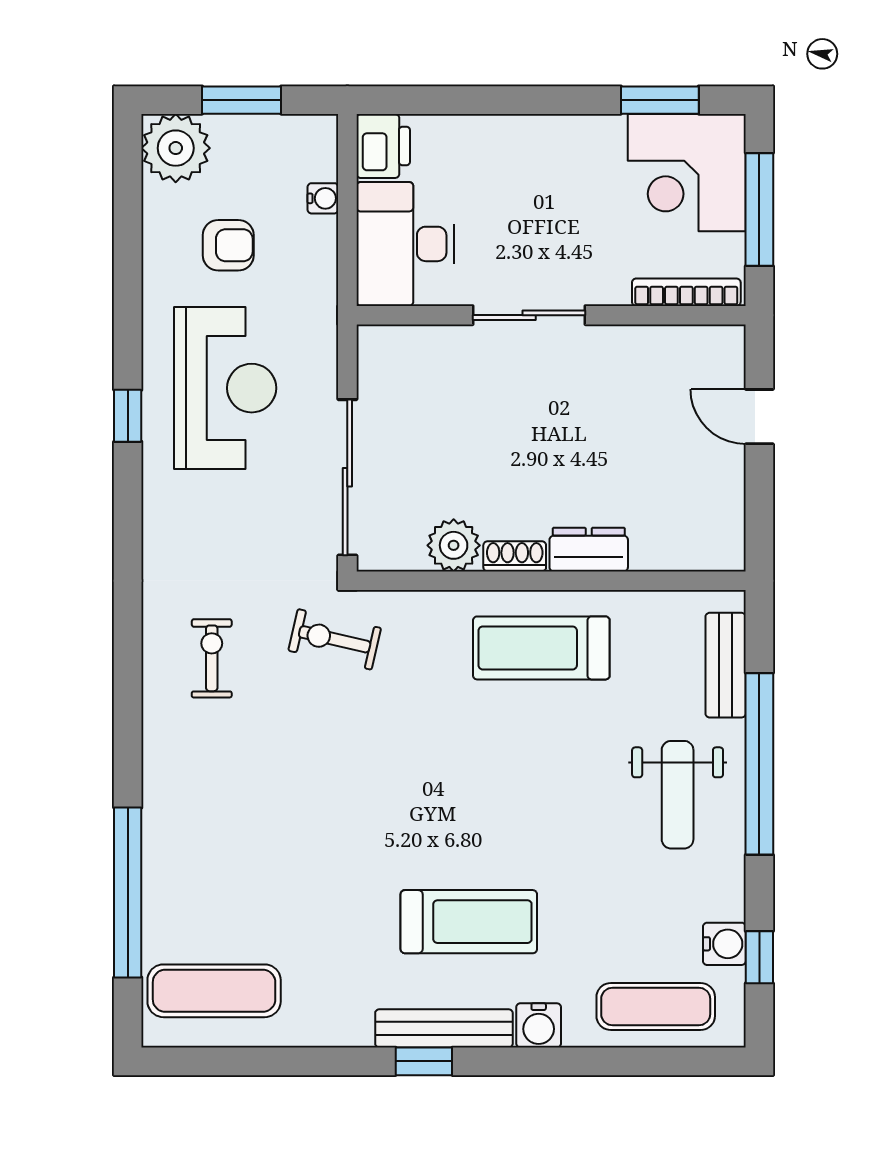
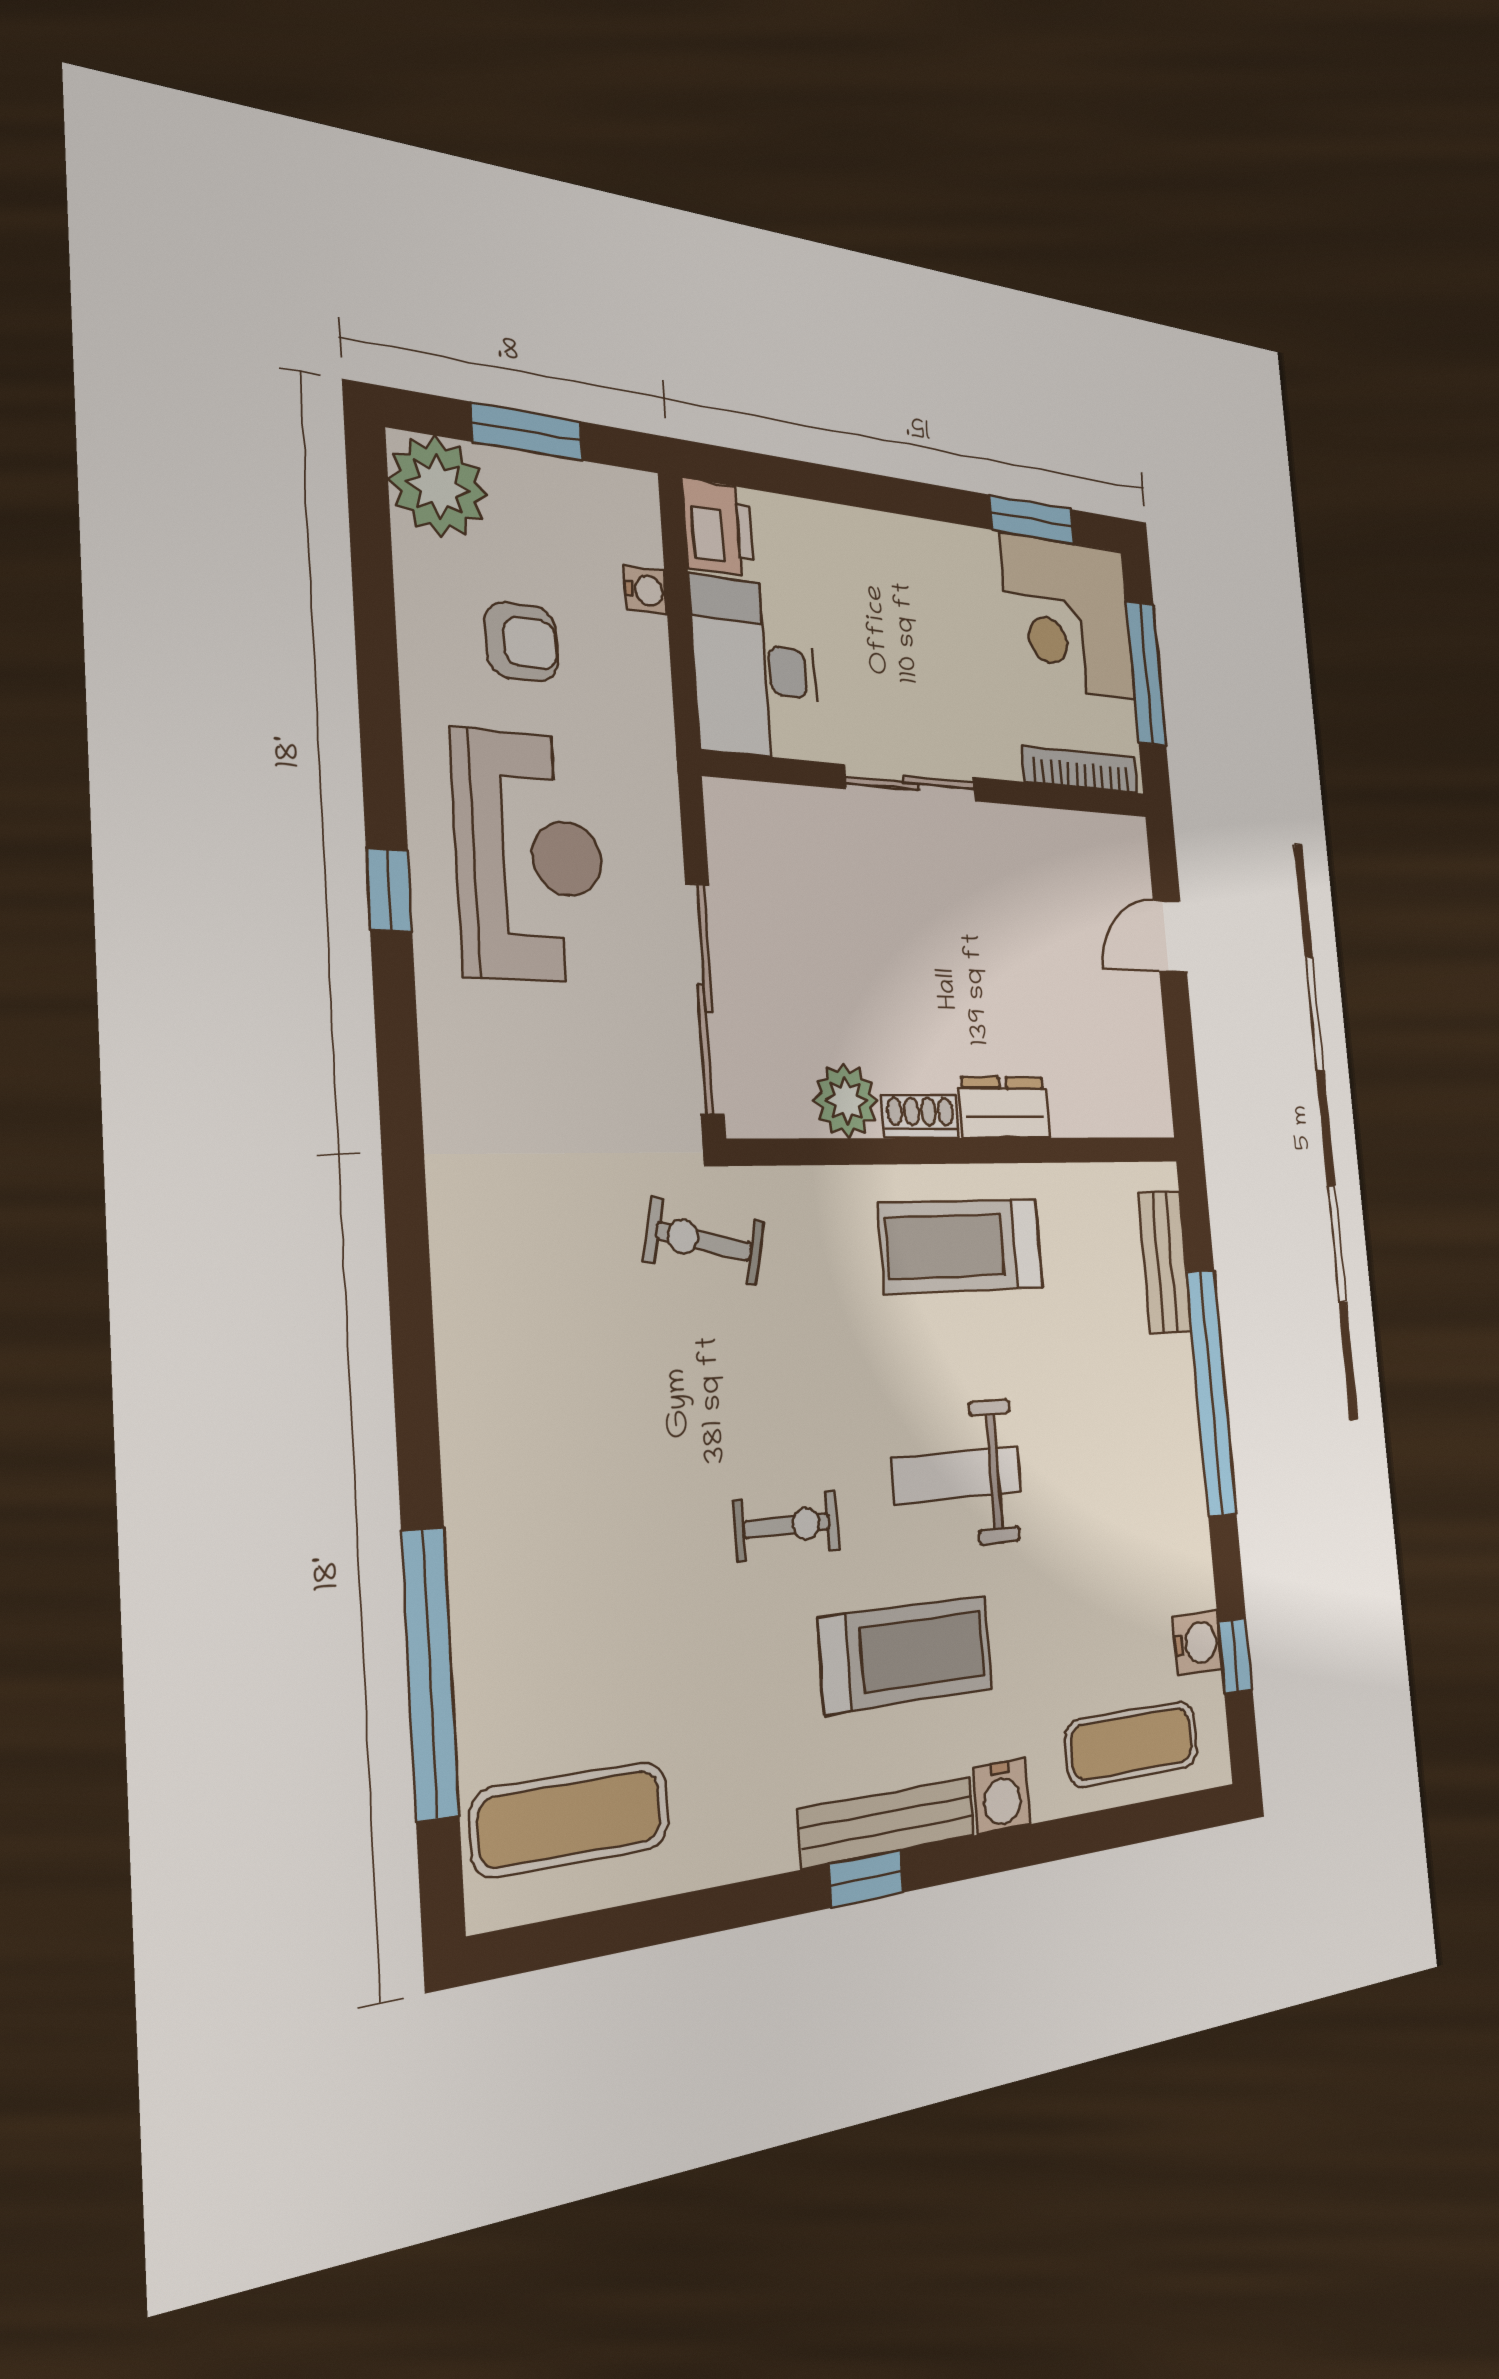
door: (759, 417) -> (1170, 936), hinge flipped
exercise bike: (212, 658) -> (787, 1525), moved, turned 90
weight bench: (678, 795) -> (957, 1475), moved, turned 90

